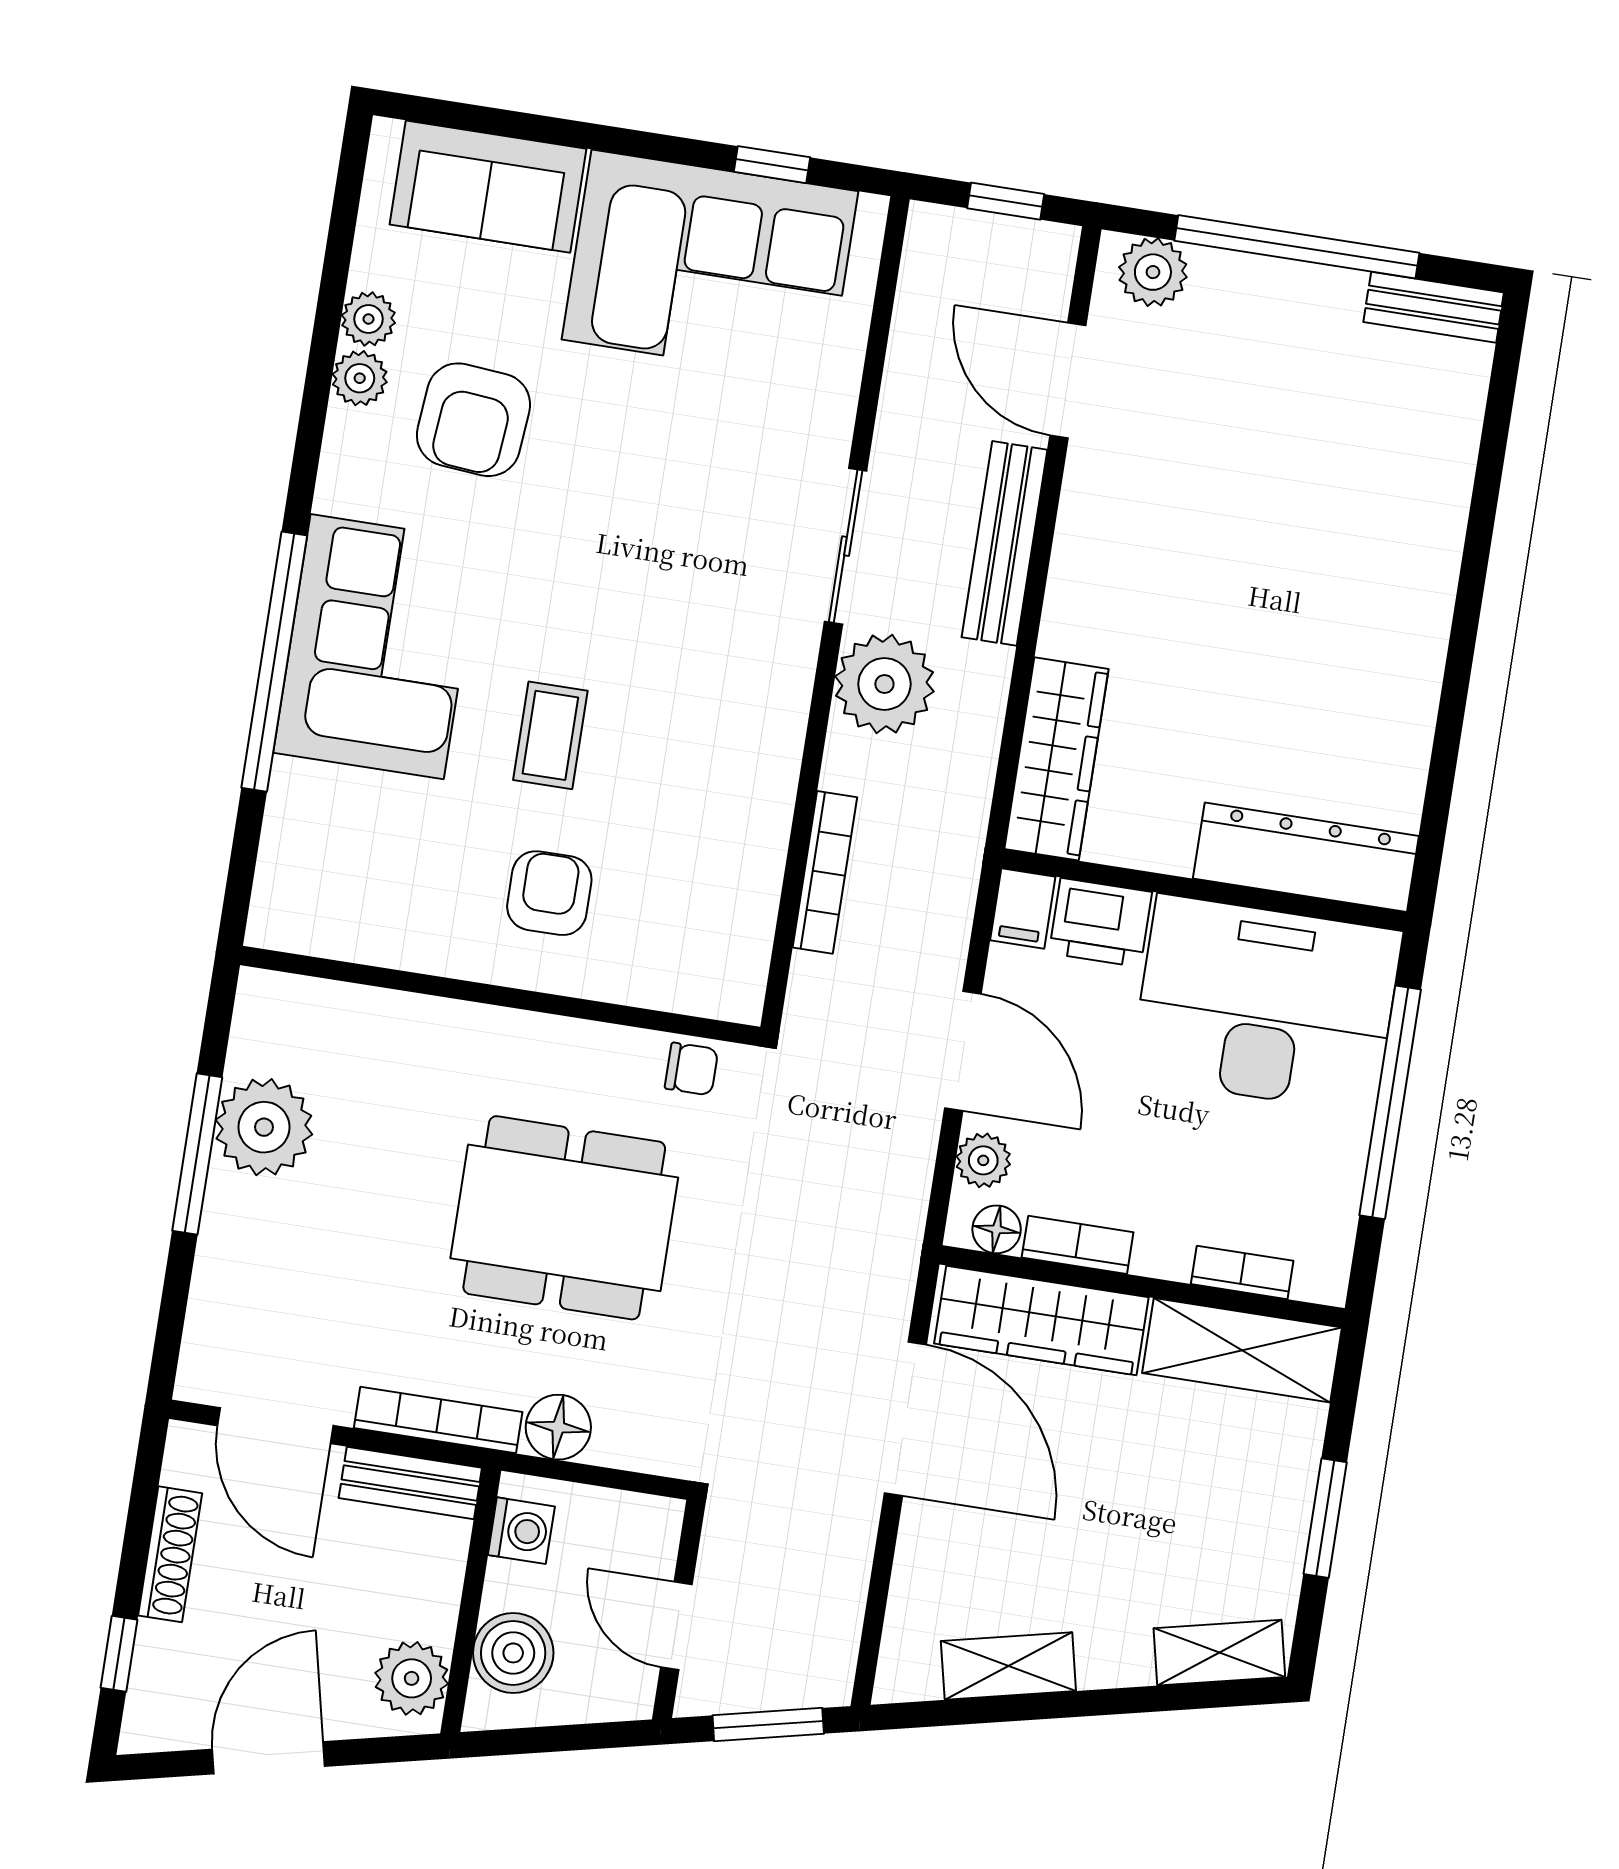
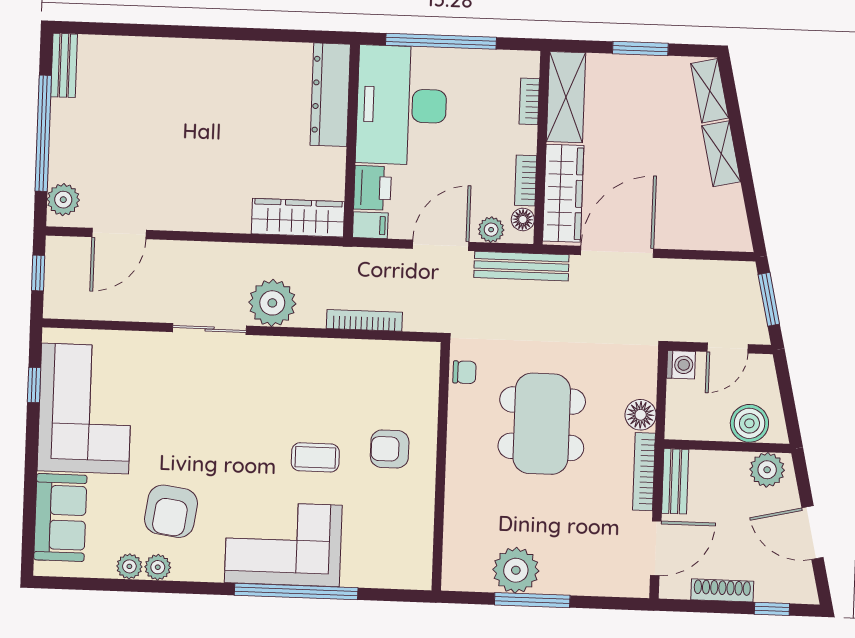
armchair: (473, 420) -> (171, 511), turned 93
bench: (1004, 543) -> (521, 266), moved
chair: (691, 1069) -> (464, 372), turned 90
washing machine: (521, 1531) -> (681, 365), moved, turned 90
shelving: (1008, 1666) -> (721, 154), moved

